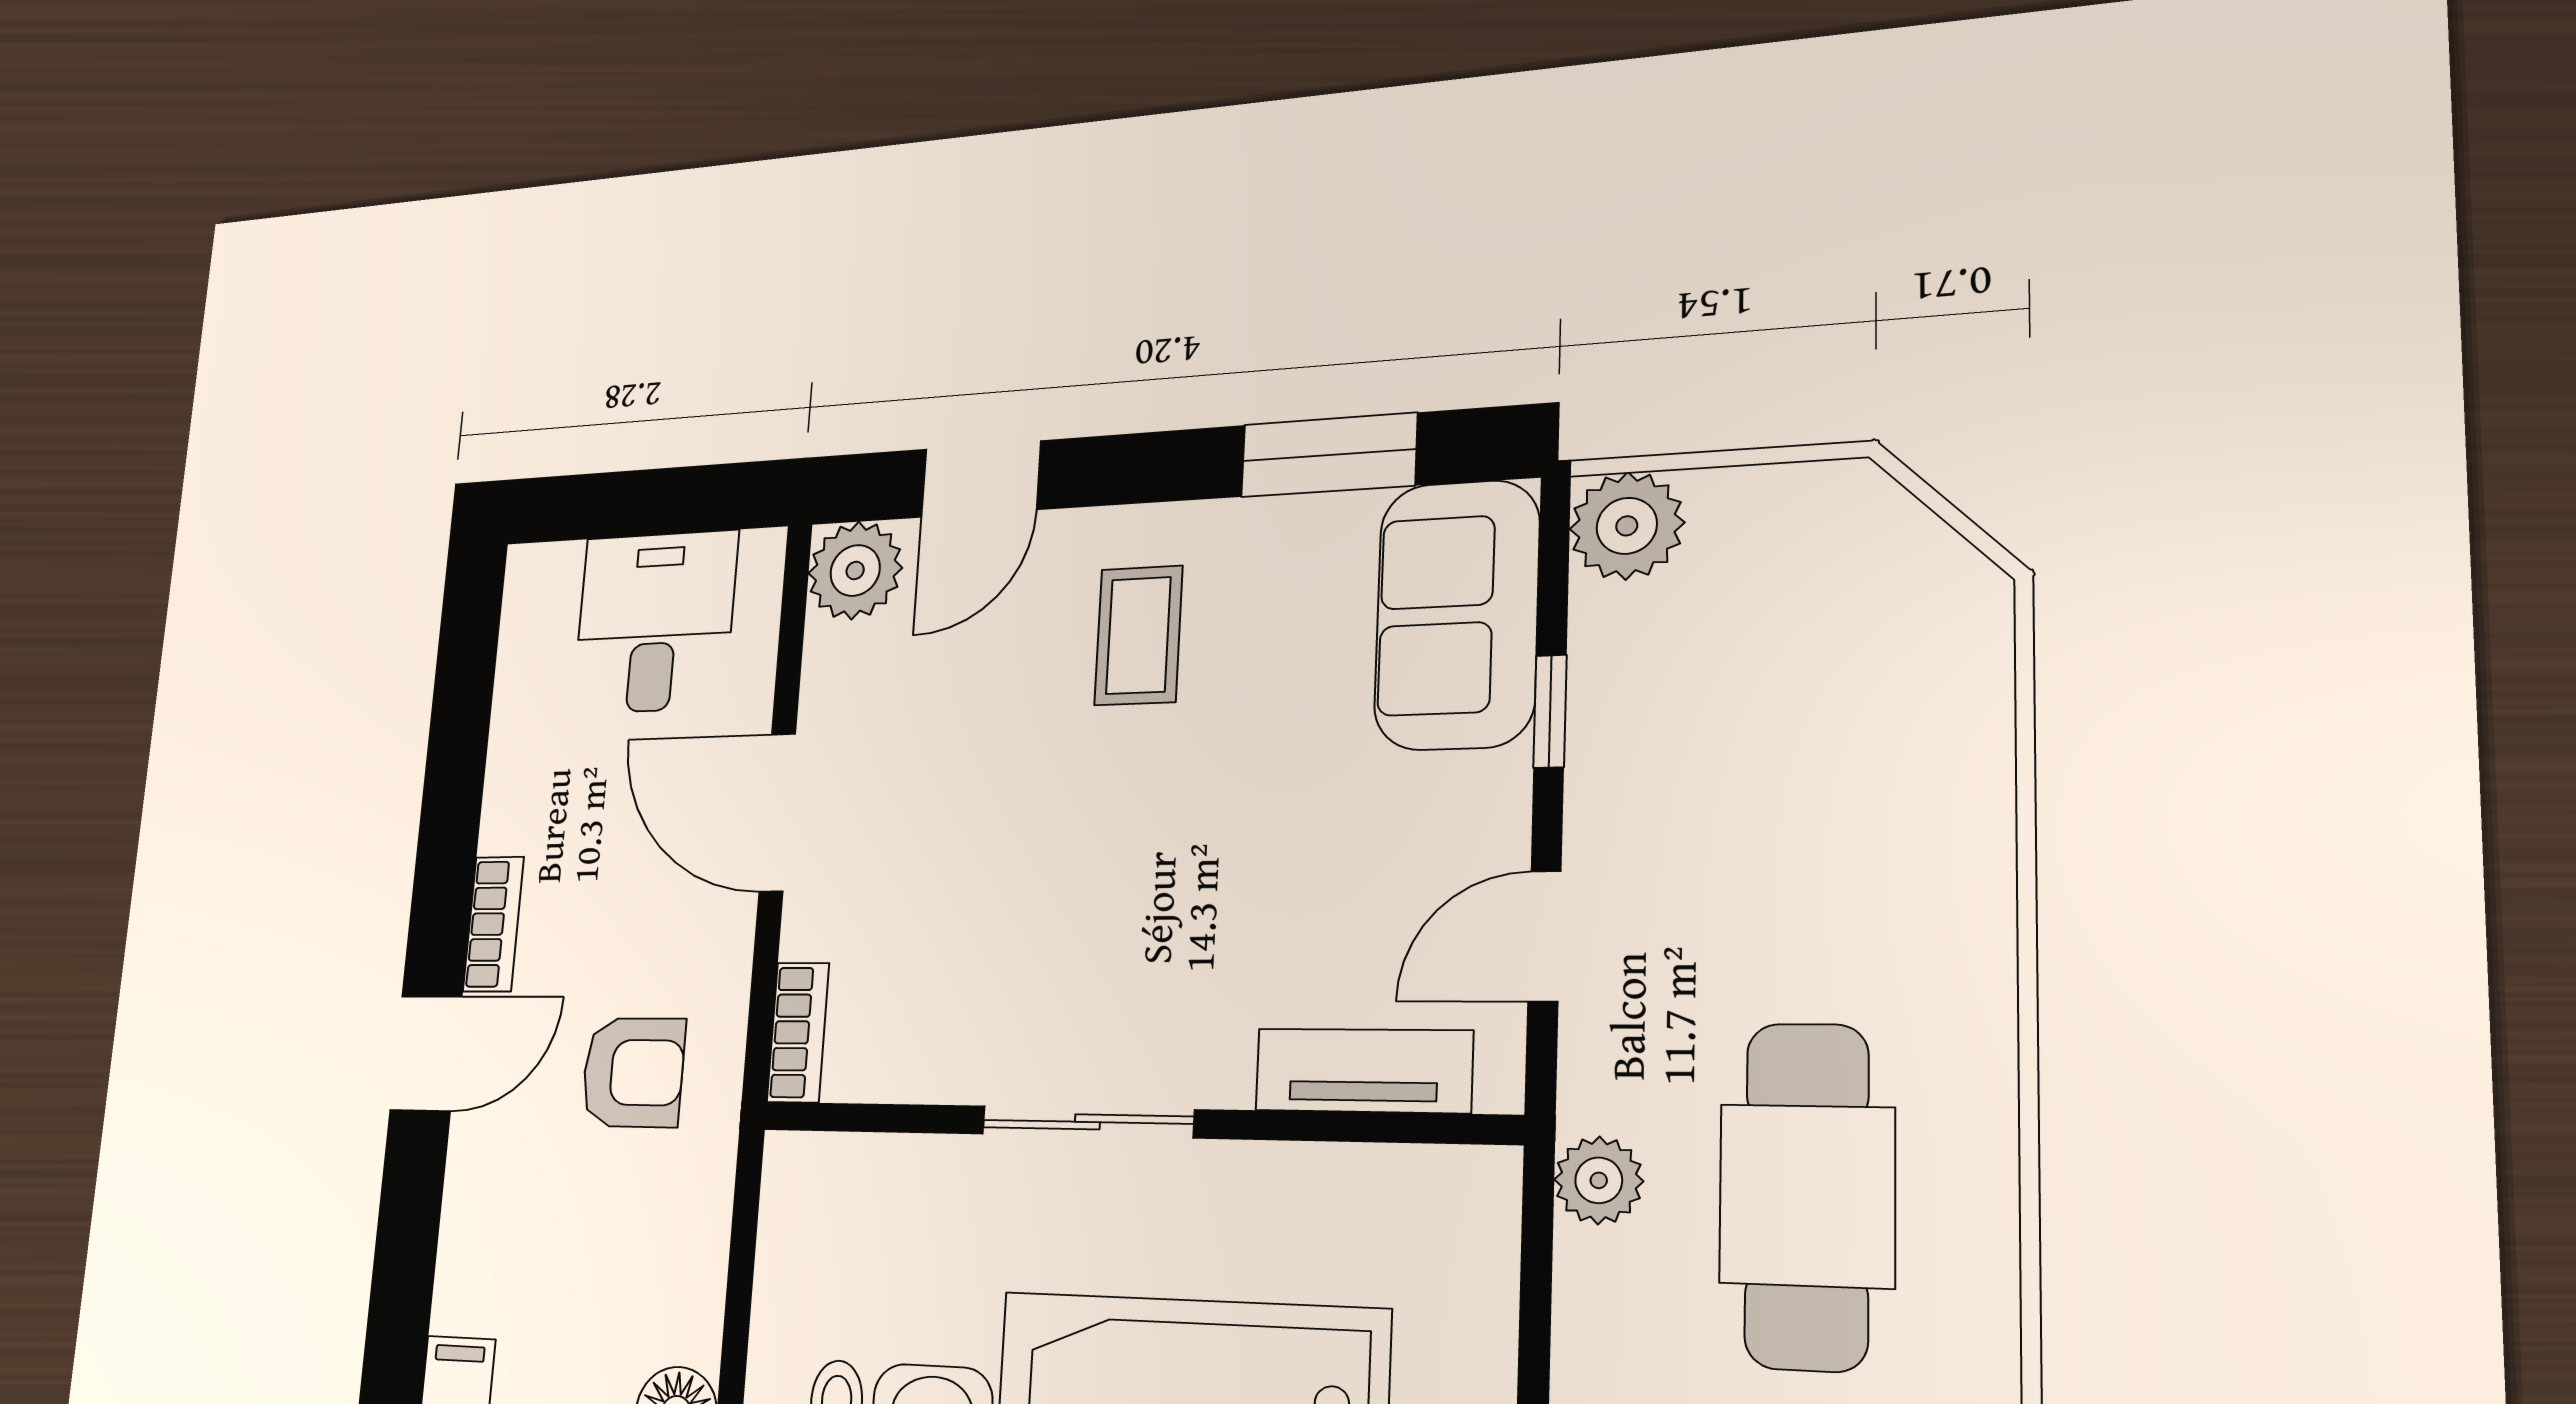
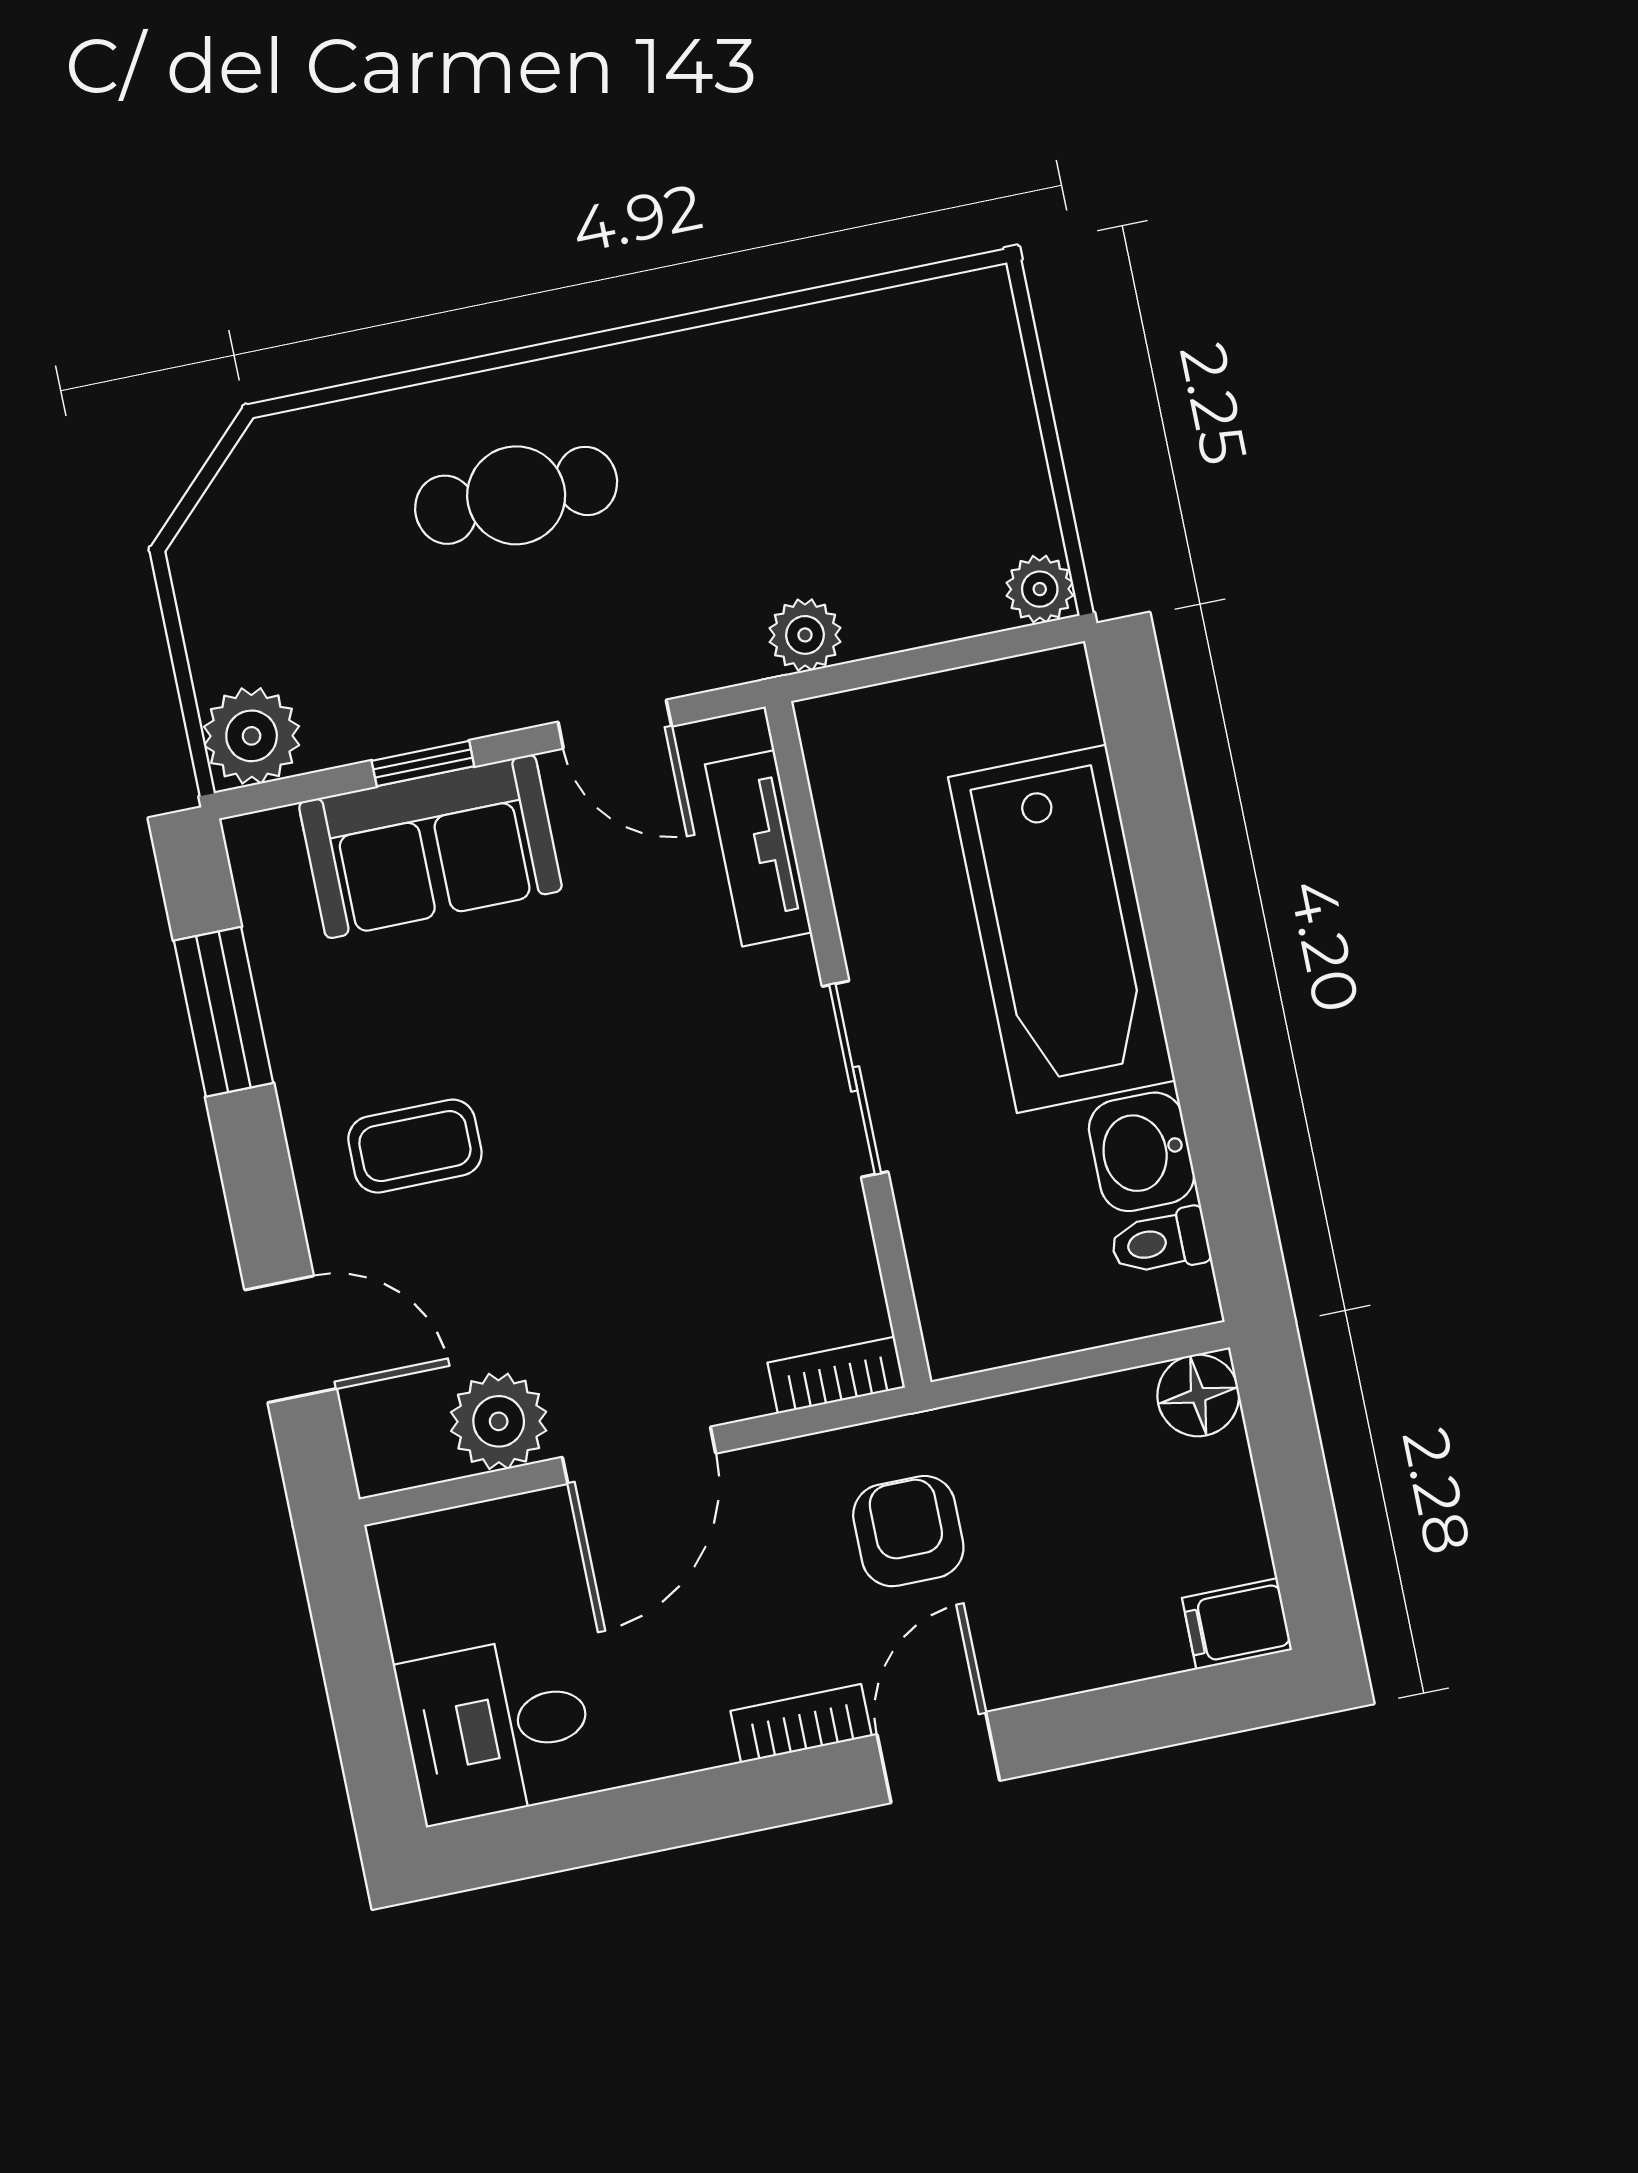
plant: (855, 570) -> (499, 1421), moved
sofa: (1457, 615) -> (430, 846), moved
desk: (655, 622) -> (497, 1728), moved
door: (426, 1053) -> (938, 1758), hinge flipped
cafe table: (1807, 1196) -> (516, 495), moved, width x0.73, depth x0.74

